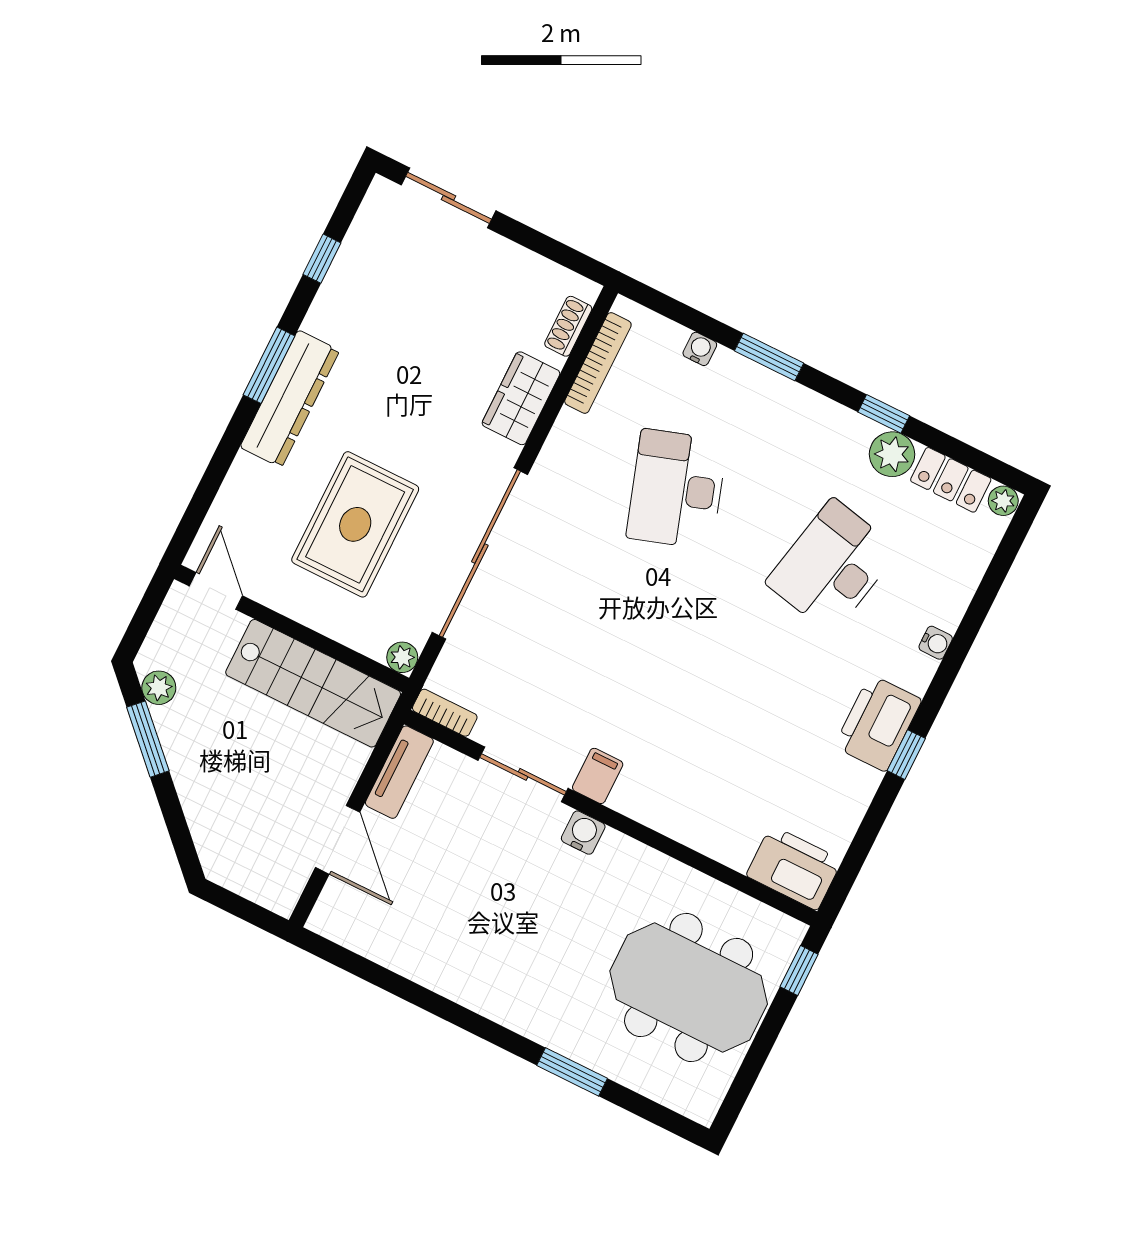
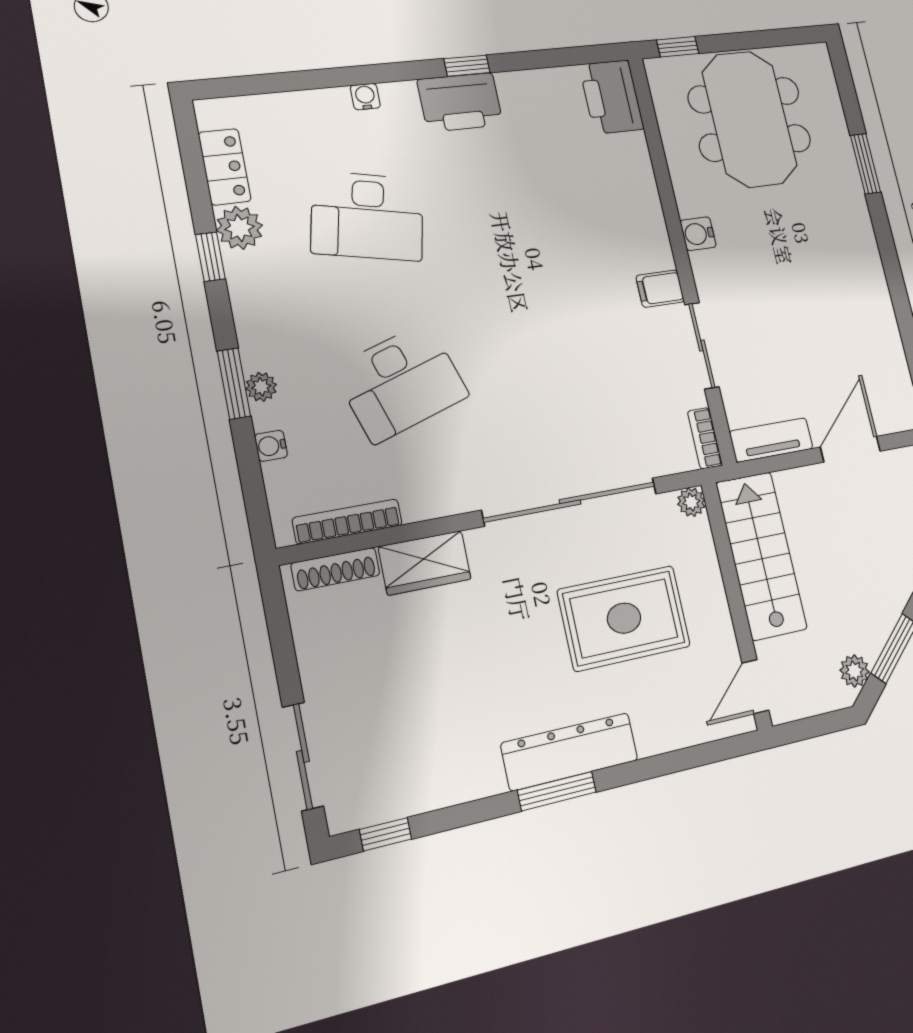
window: (322, 259) -> (386, 834), moved
shoe rack: (568, 326) -> (336, 569), width x1.43
plant: (1003, 501) -> (261, 387), moved
water cooler: (583, 833) -> (698, 234), moved

